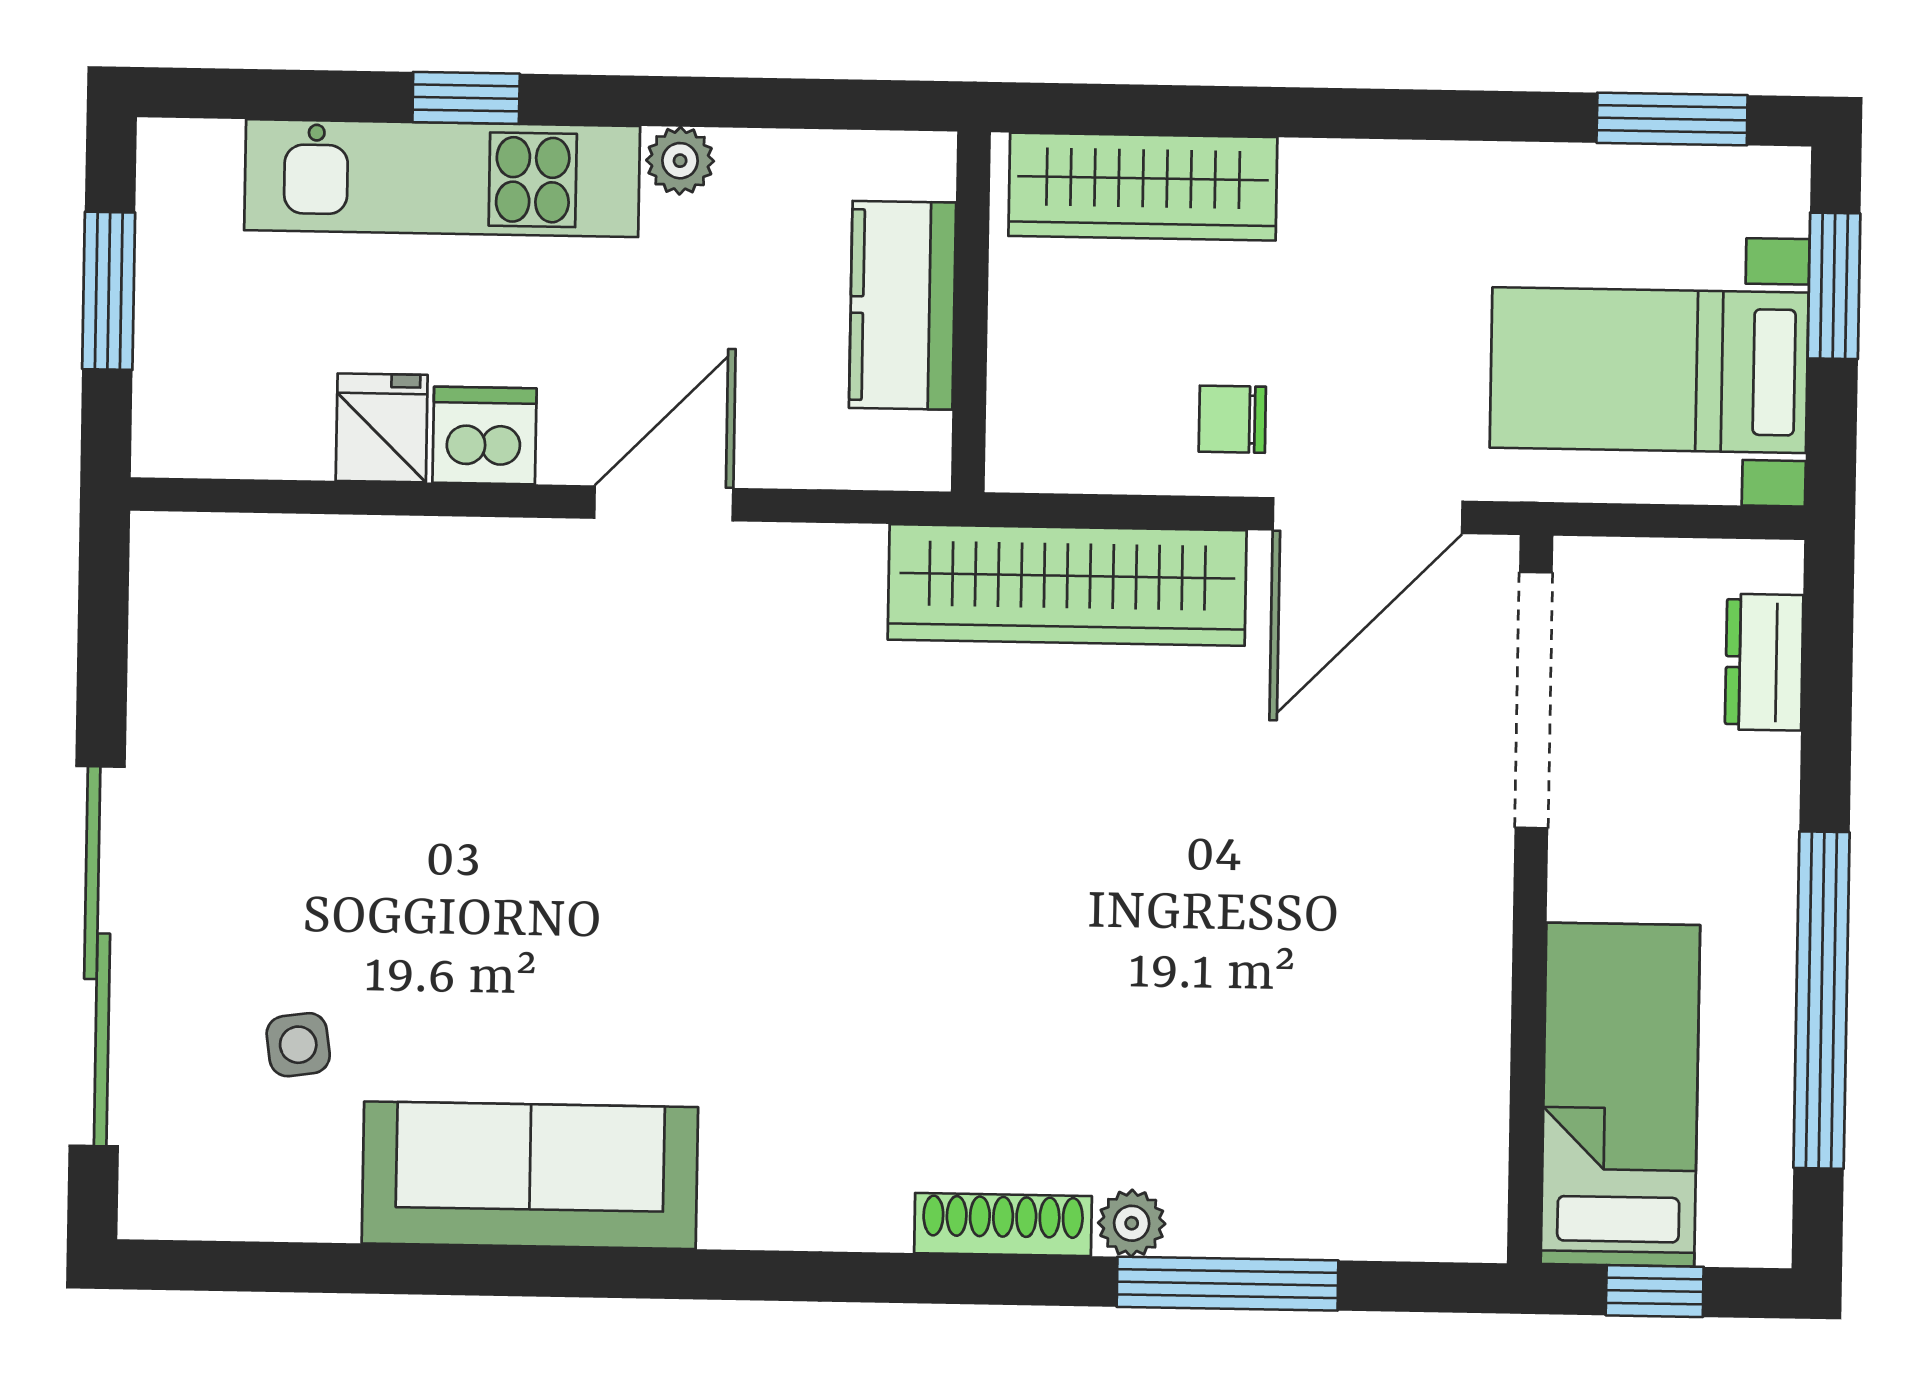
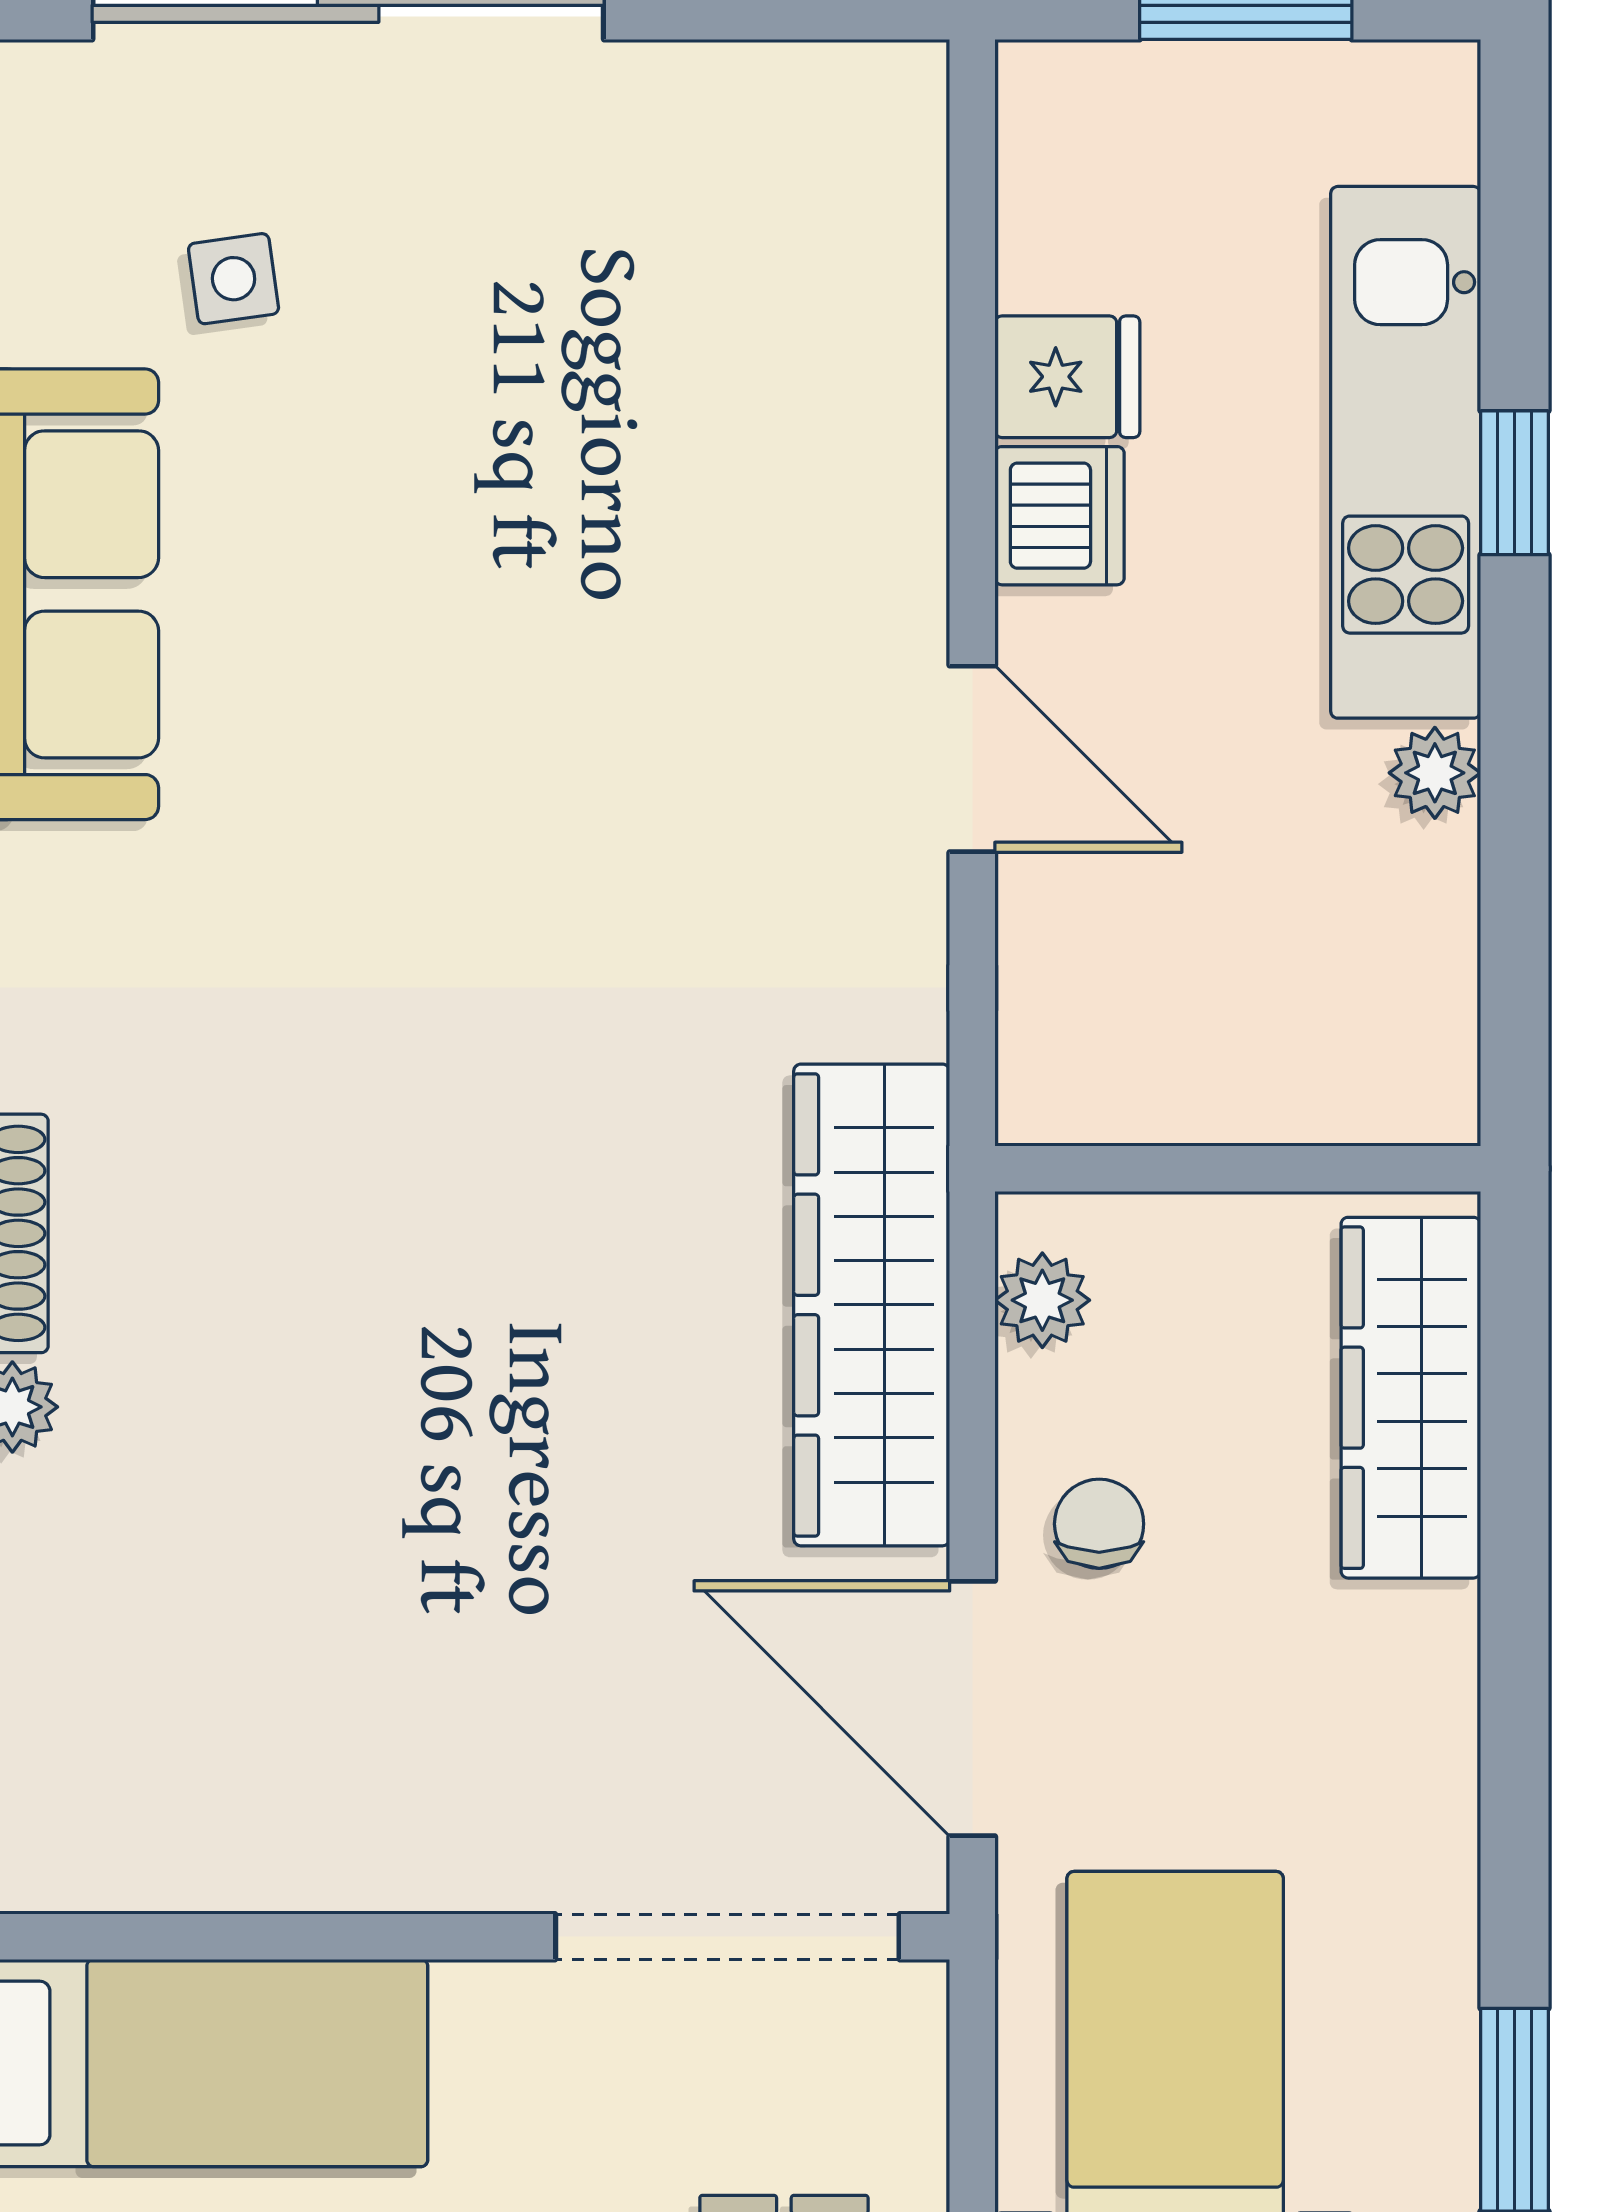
kitchen counter: (902, 305) -> (1245, 1076), removed
plant: (1066, 458) -> (1042, 1300), added

